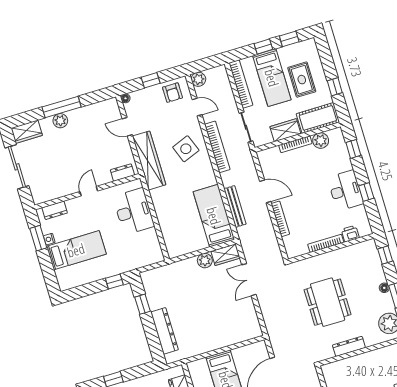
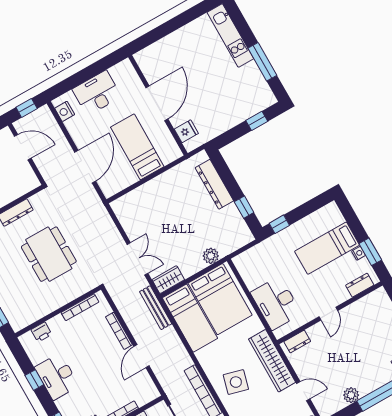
plant: (60, 121) -> (351, 395), moved
side table: (186, 149) -> (236, 382), turned 36
door: (265, 191) -> (142, 356), hinge flipped
bench: (235, 206) -> (156, 308), moved
bed: (183, 226) -> (220, 299), added
bookcase: (326, 243) -> (80, 307), moved
plant: (205, 261) -> (211, 256), moved

